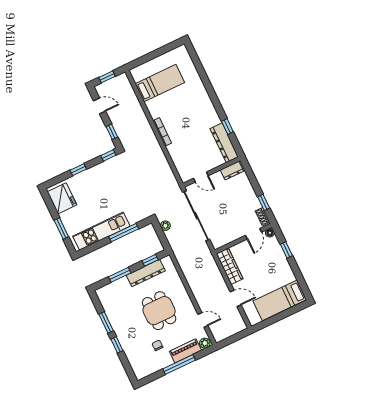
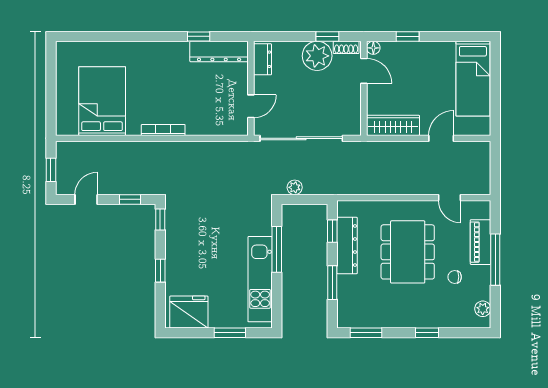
bed: (160, 83) -> (102, 101), width x1.50
plant: (249, 202) -> (317, 56), added
dining table: (159, 311) -> (408, 252), width x1.37
door: (203, 320) -> (449, 198), swing flipped
window: (106, 322) -> (366, 333), moved
plant: (205, 343) -> (483, 309), moved

